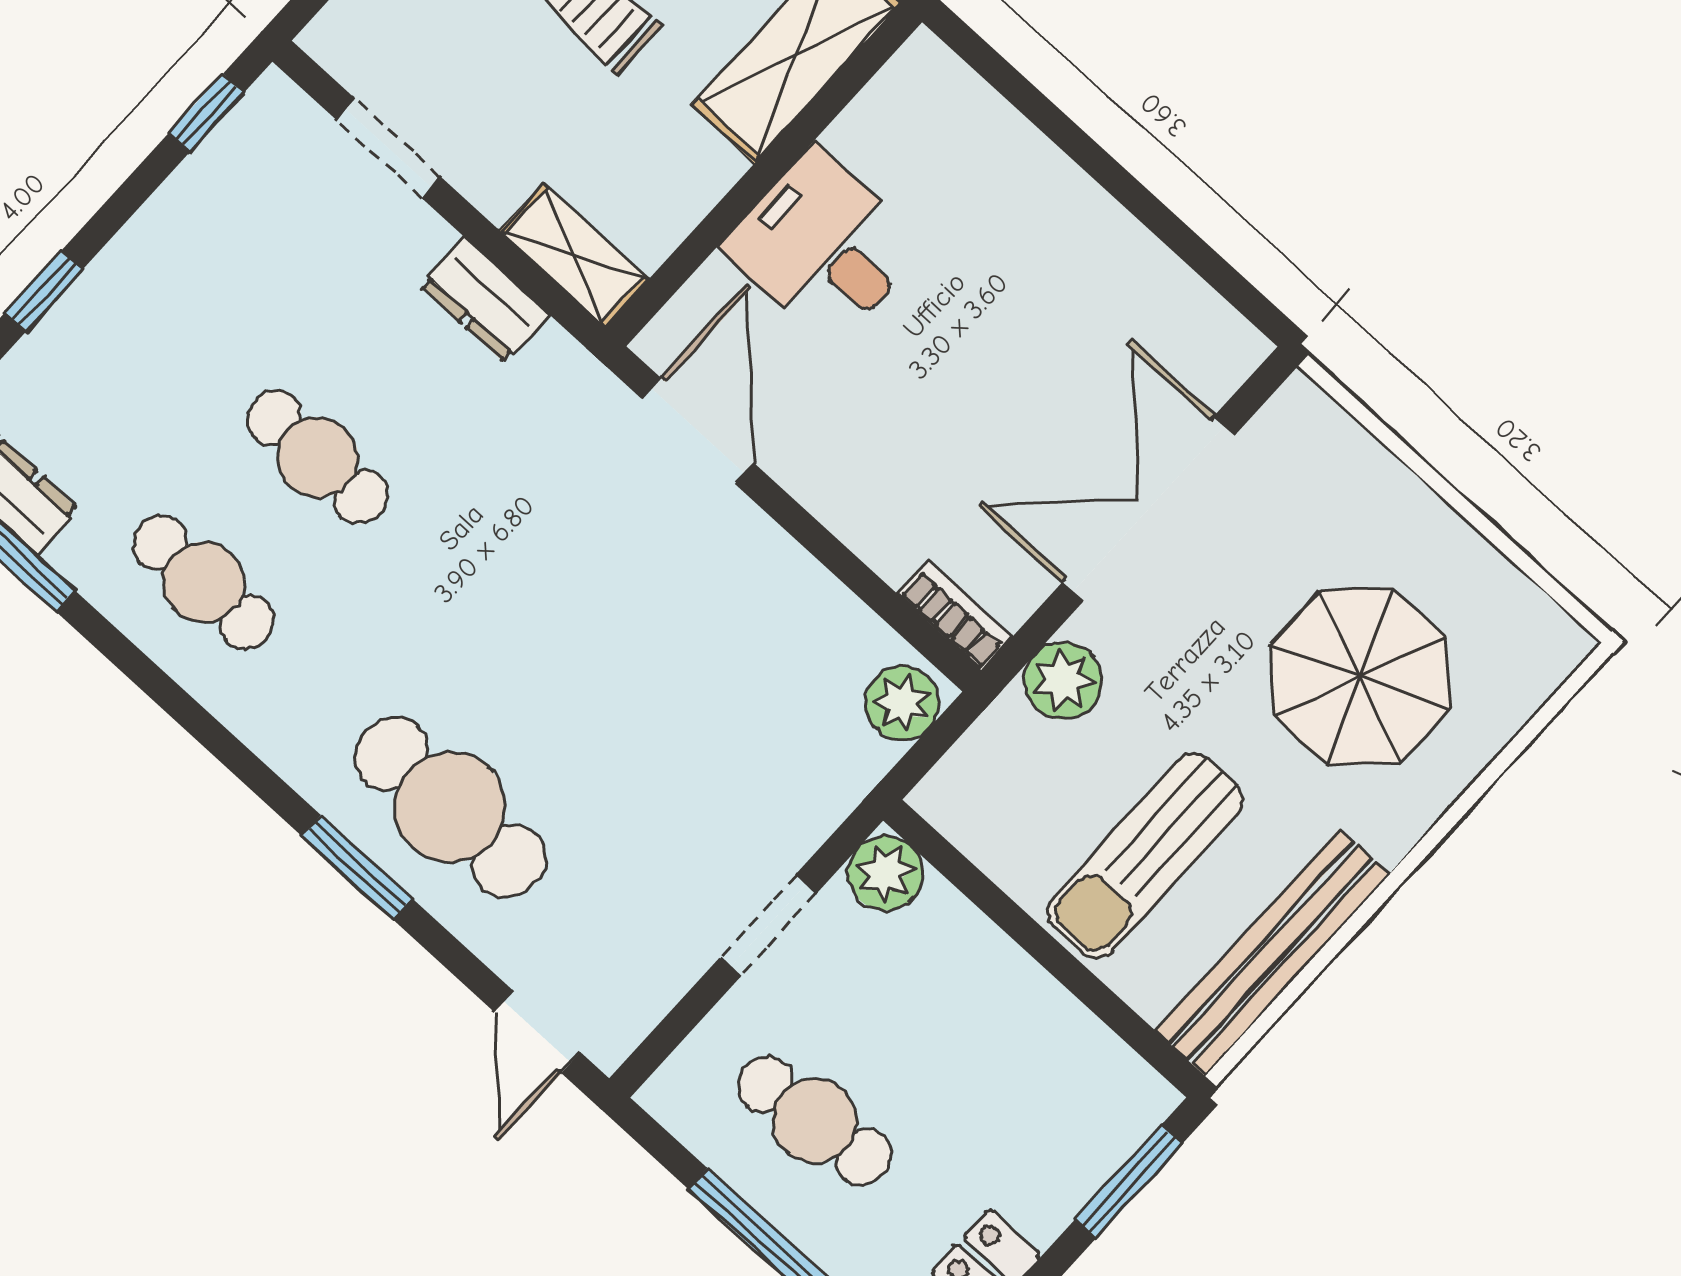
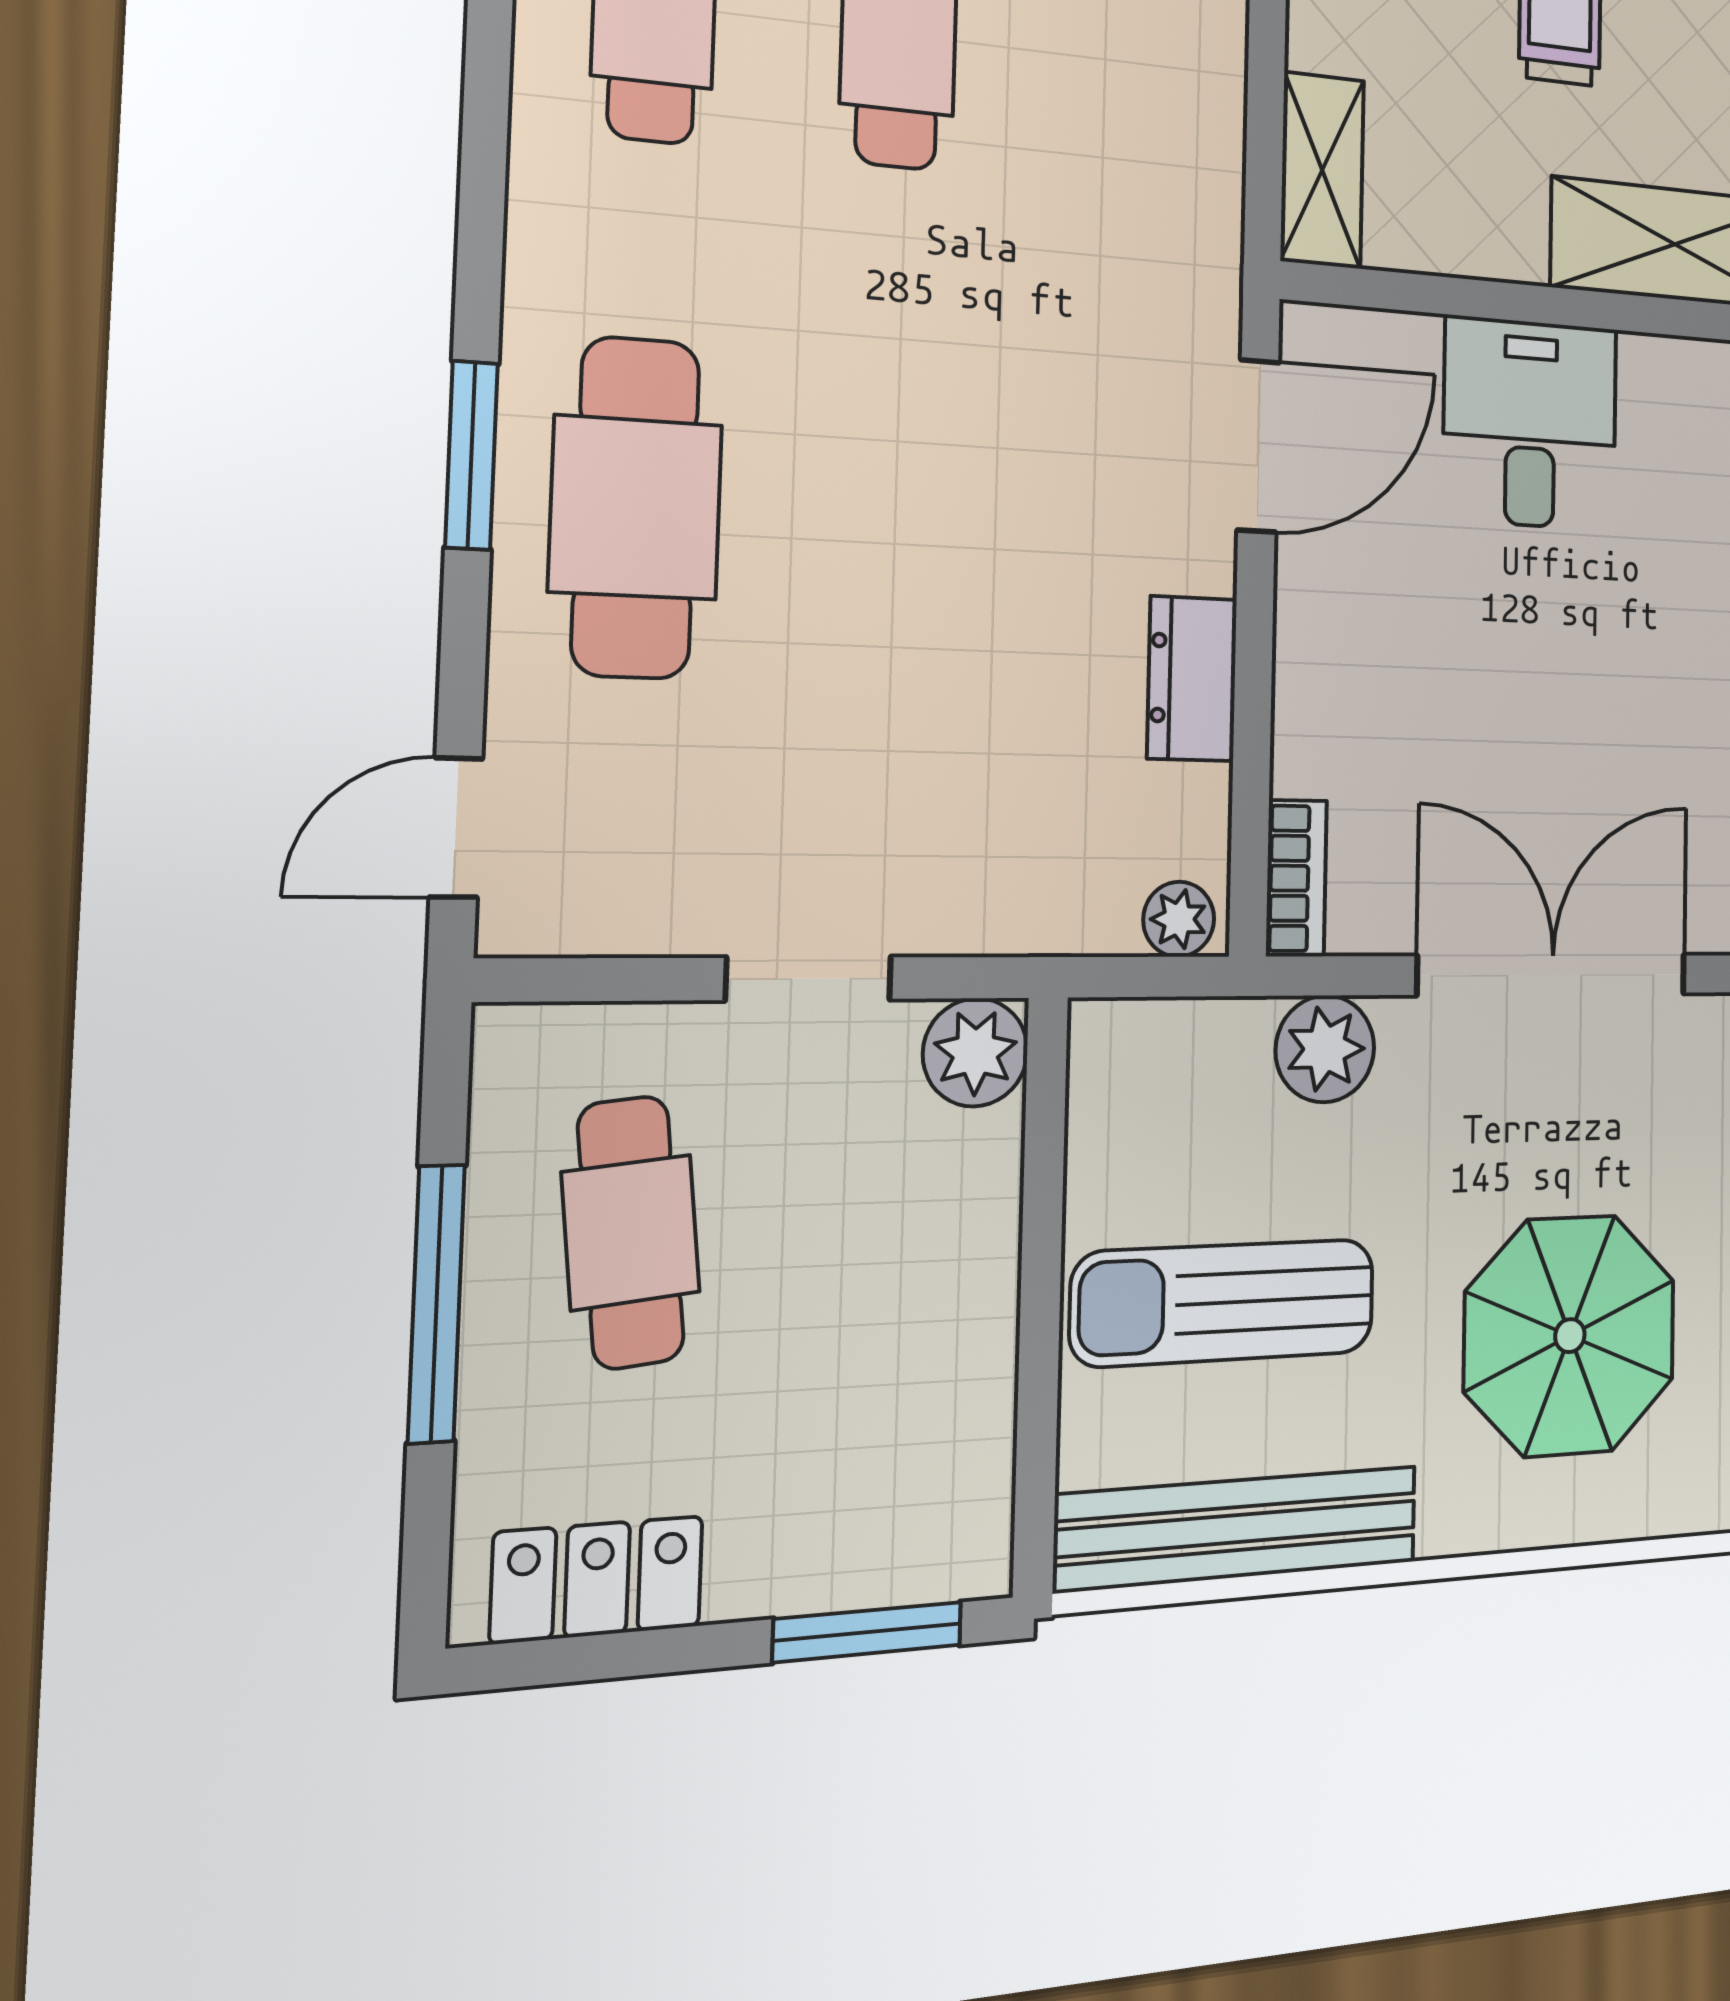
dresser: (485, 300) -> (1192, 679), moved
plant: (902, 703) -> (1179, 919), width x0.73, depth x0.73

